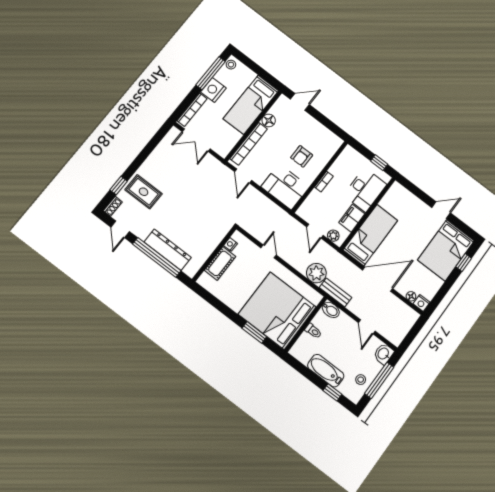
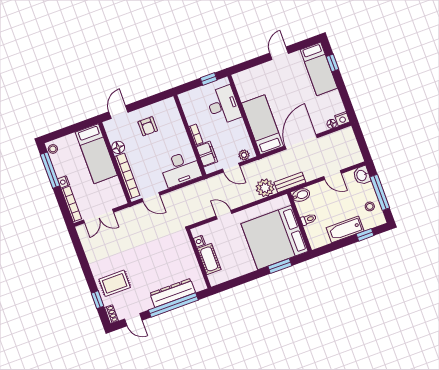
nightstand: (213, 90) -> (63, 182), width x0.53, depth x0.56
armchair: (302, 156) -> (148, 126), moved
filing cabinet: (352, 218) -> (207, 154), moved, turned 180
bed: (446, 250) -> (319, 69), width x0.67

